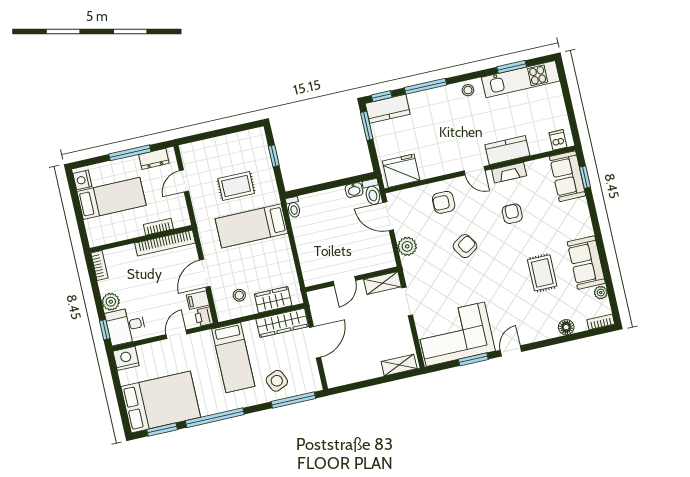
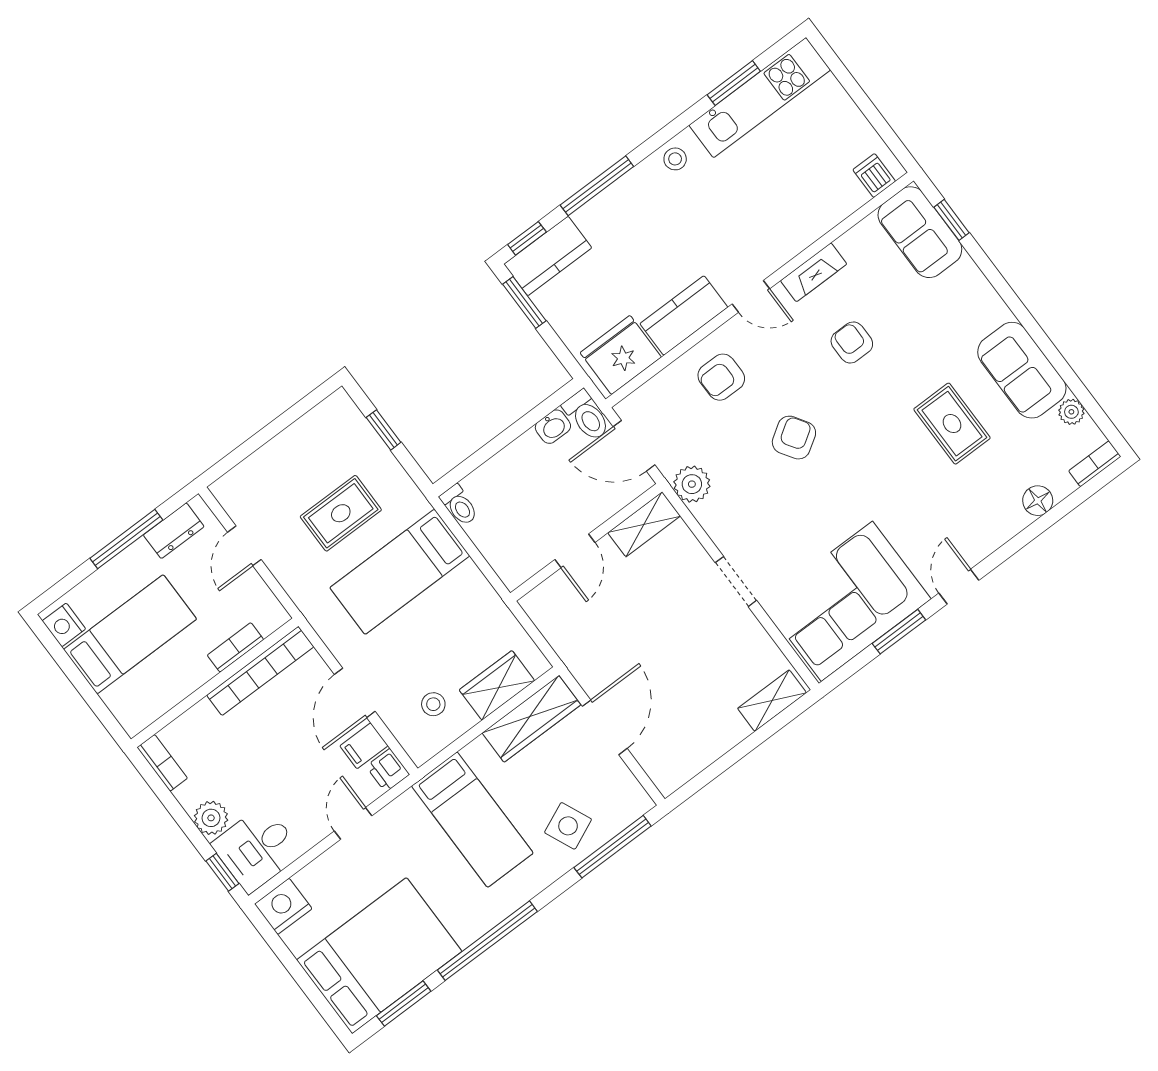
kitchen counter: (507, 150) -> (684, 316), moved
wall: (352, 279) -> (586, 542), moved
door: (344, 281) -> (575, 551), moved
shelving: (383, 283) -> (644, 524), moved

